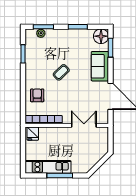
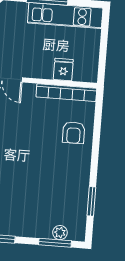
coffee table: (61, 72) -> (32, 167), removed
fridge: (33, 134) -> (63, 69), moved

